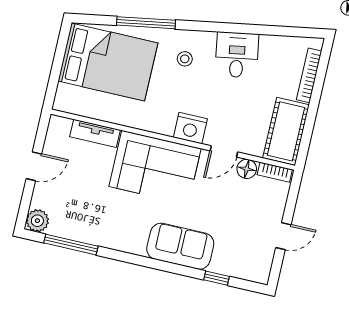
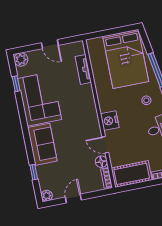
corner sofa: (155, 167) -> (40, 99), moved, turned 180
door: (283, 236) -> (73, 198), swing flipped
window: (71, 245) -> (16, 84), width x0.46
plant: (261, 275) -> (47, 196), added

